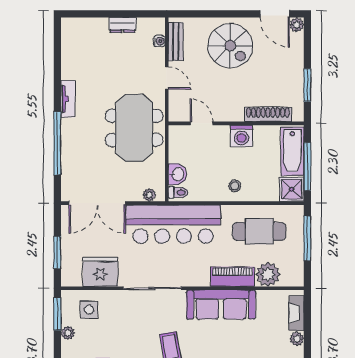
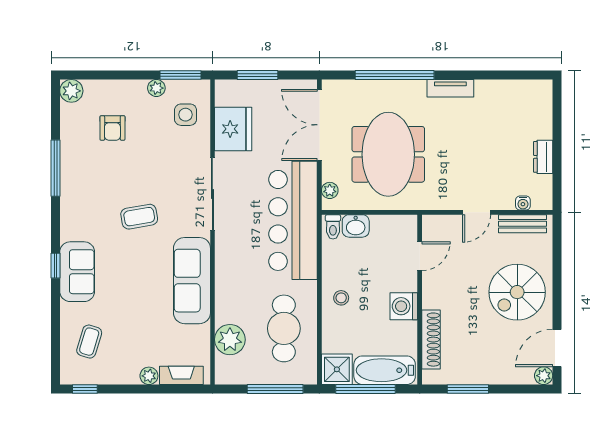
meeting table: (134, 128) -> (388, 154), moved, turned 90
piano: (233, 277) -> (227, 295), removed

